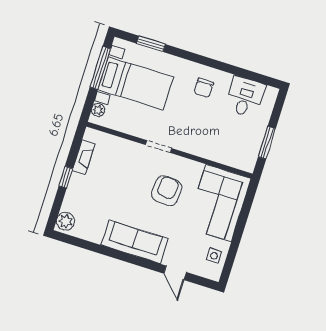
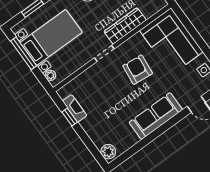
wardrobe: (200, 147) -> (125, 26), added
window: (66, 177) -> (70, 117), moved

